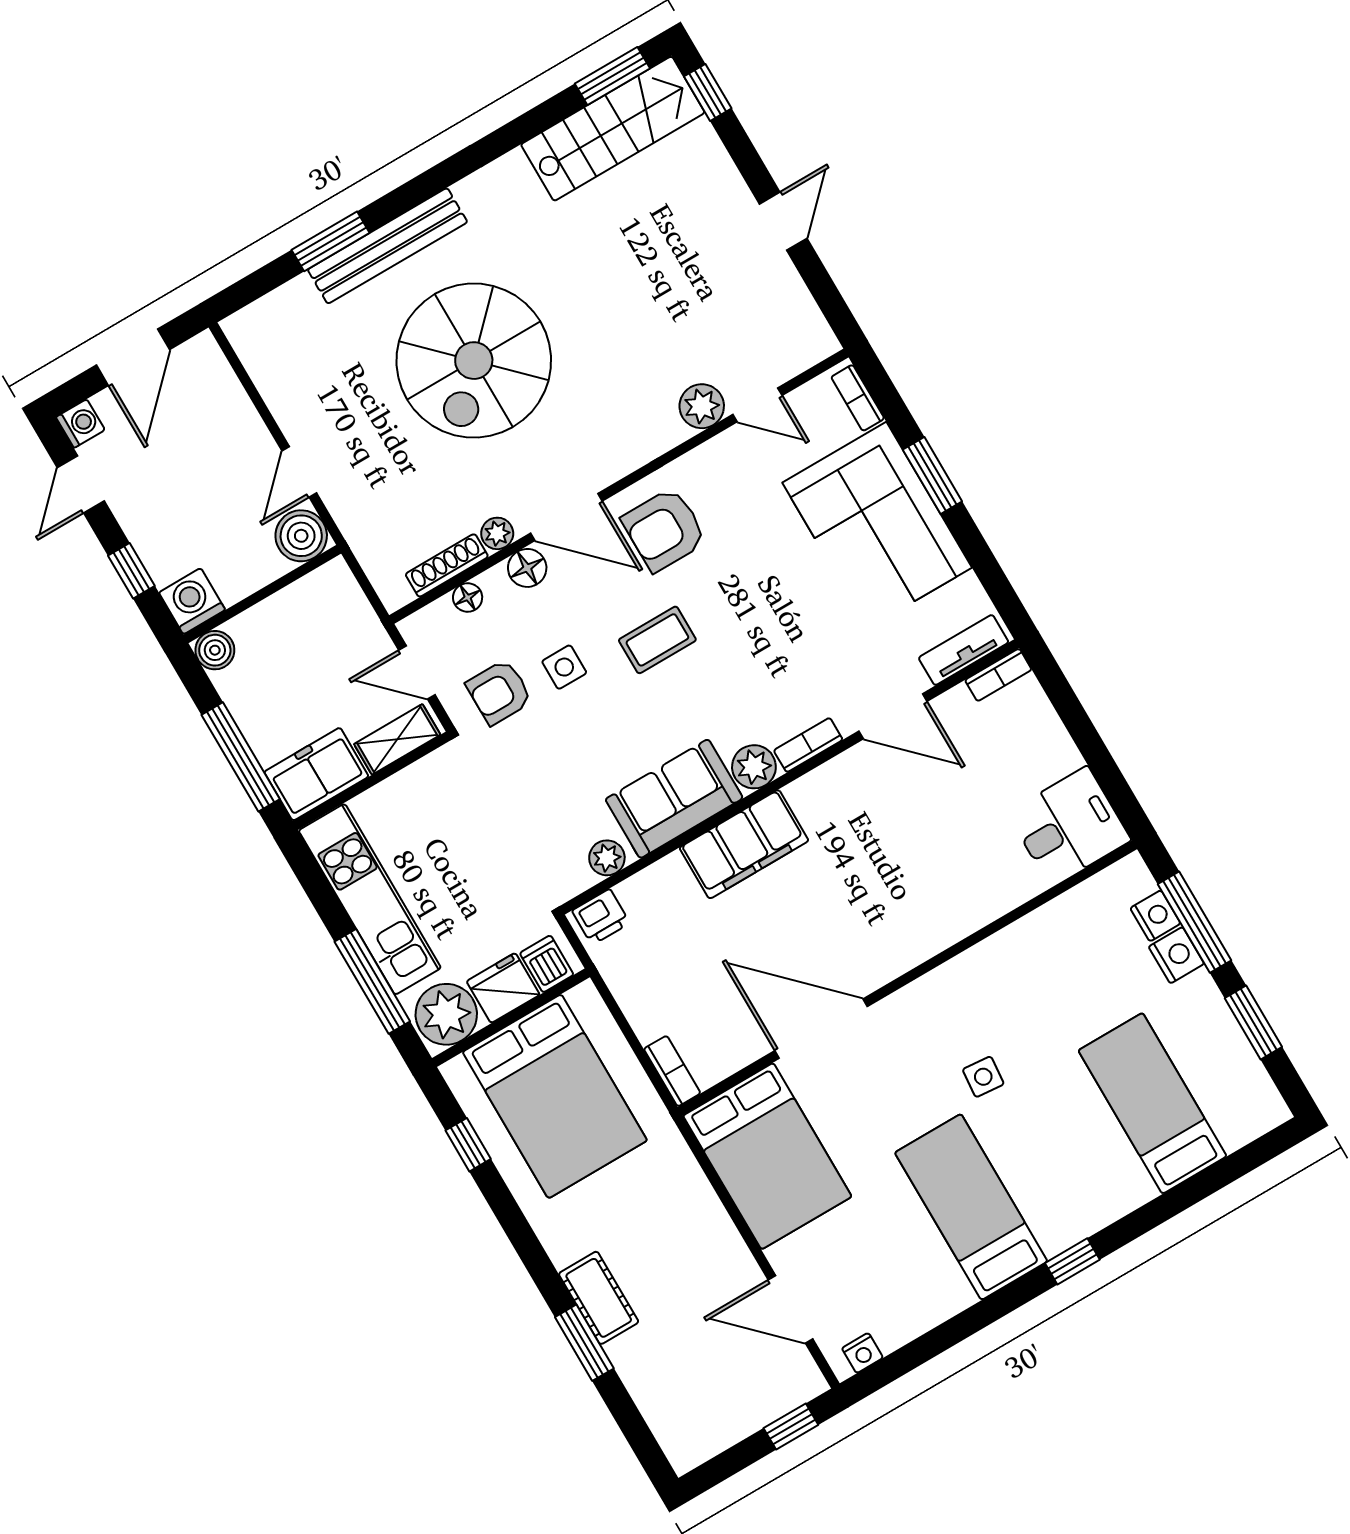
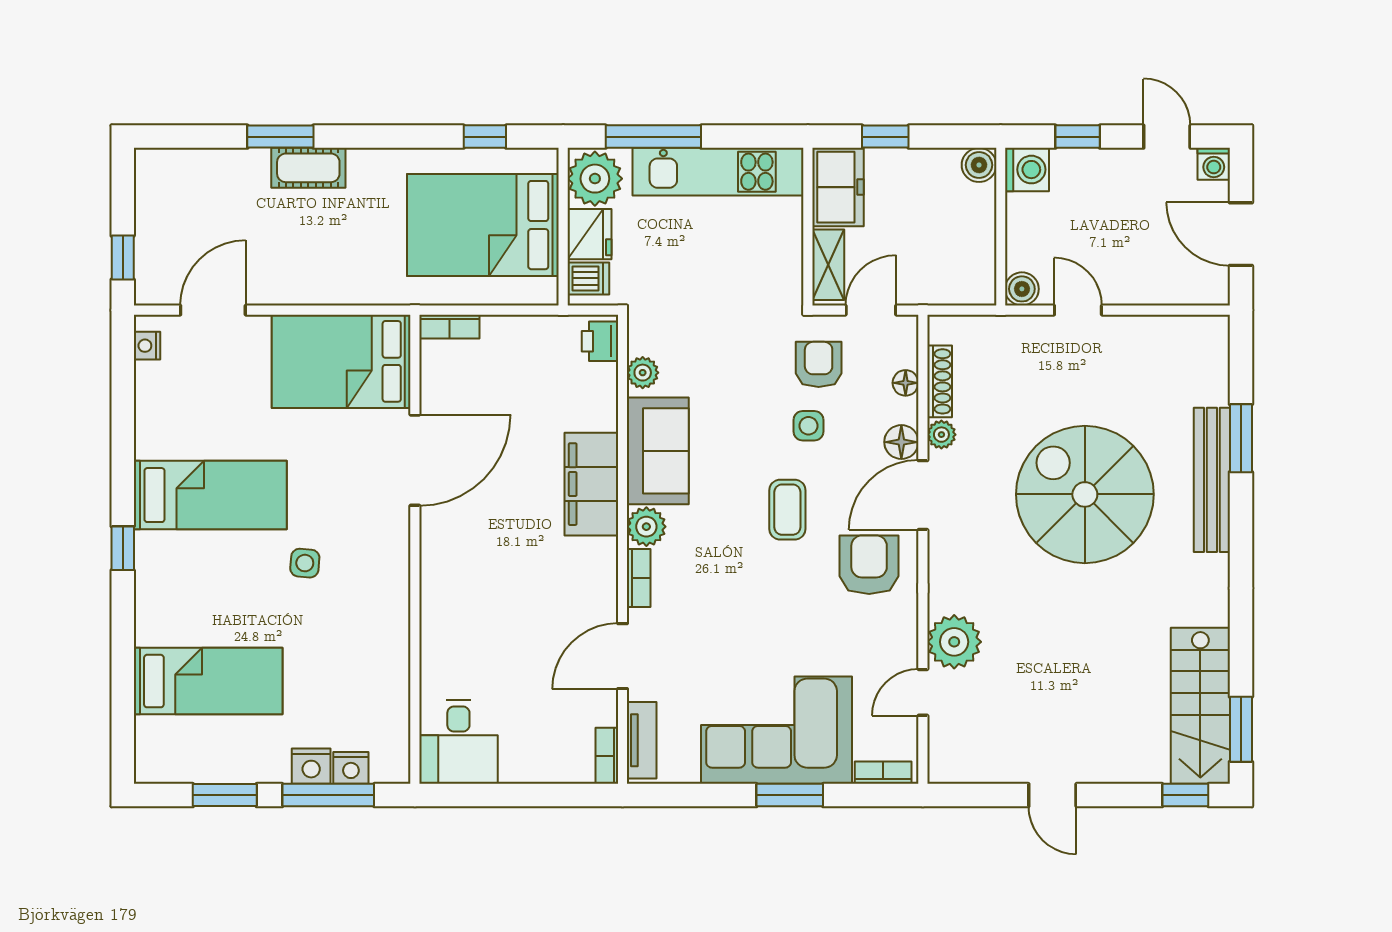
plant: (702, 406) -> (954, 642), width x1.36, depth x1.36
boiler: (301, 536) -> (1022, 289), width x0.73, depth x0.73
window: (241, 757) -> (885, 137), width x0.46

